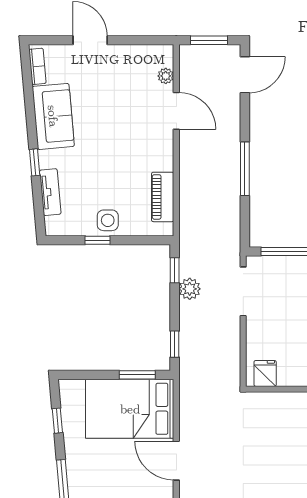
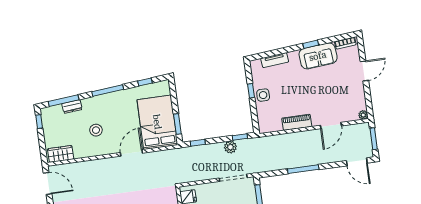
plant: (166, 76) -> (363, 115), moved
window: (35, 162) -> (311, 44), moved
piano: (163, 197) -> (297, 122), moved

